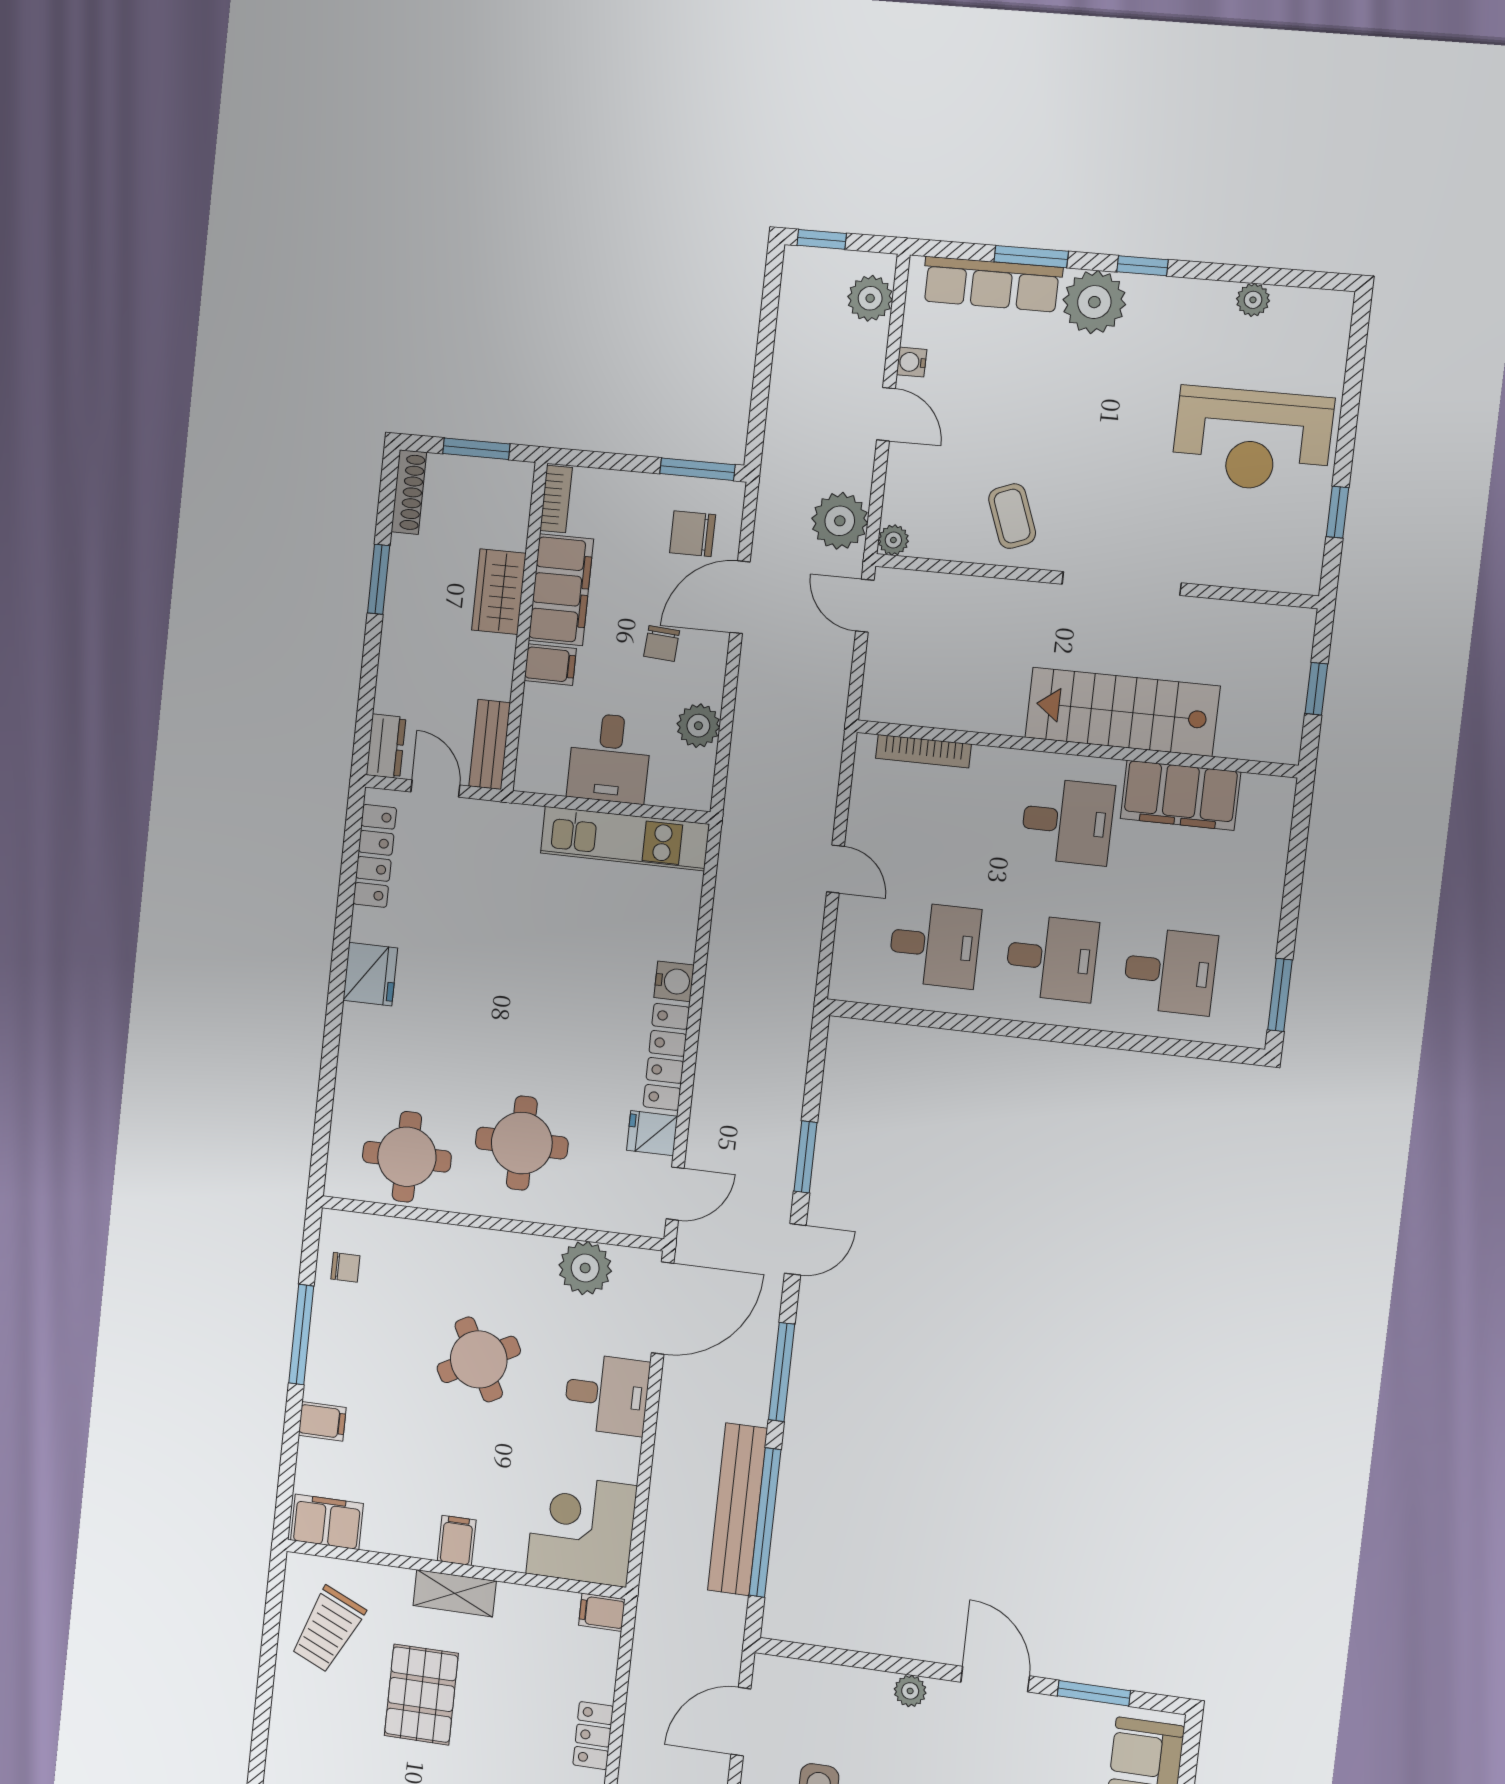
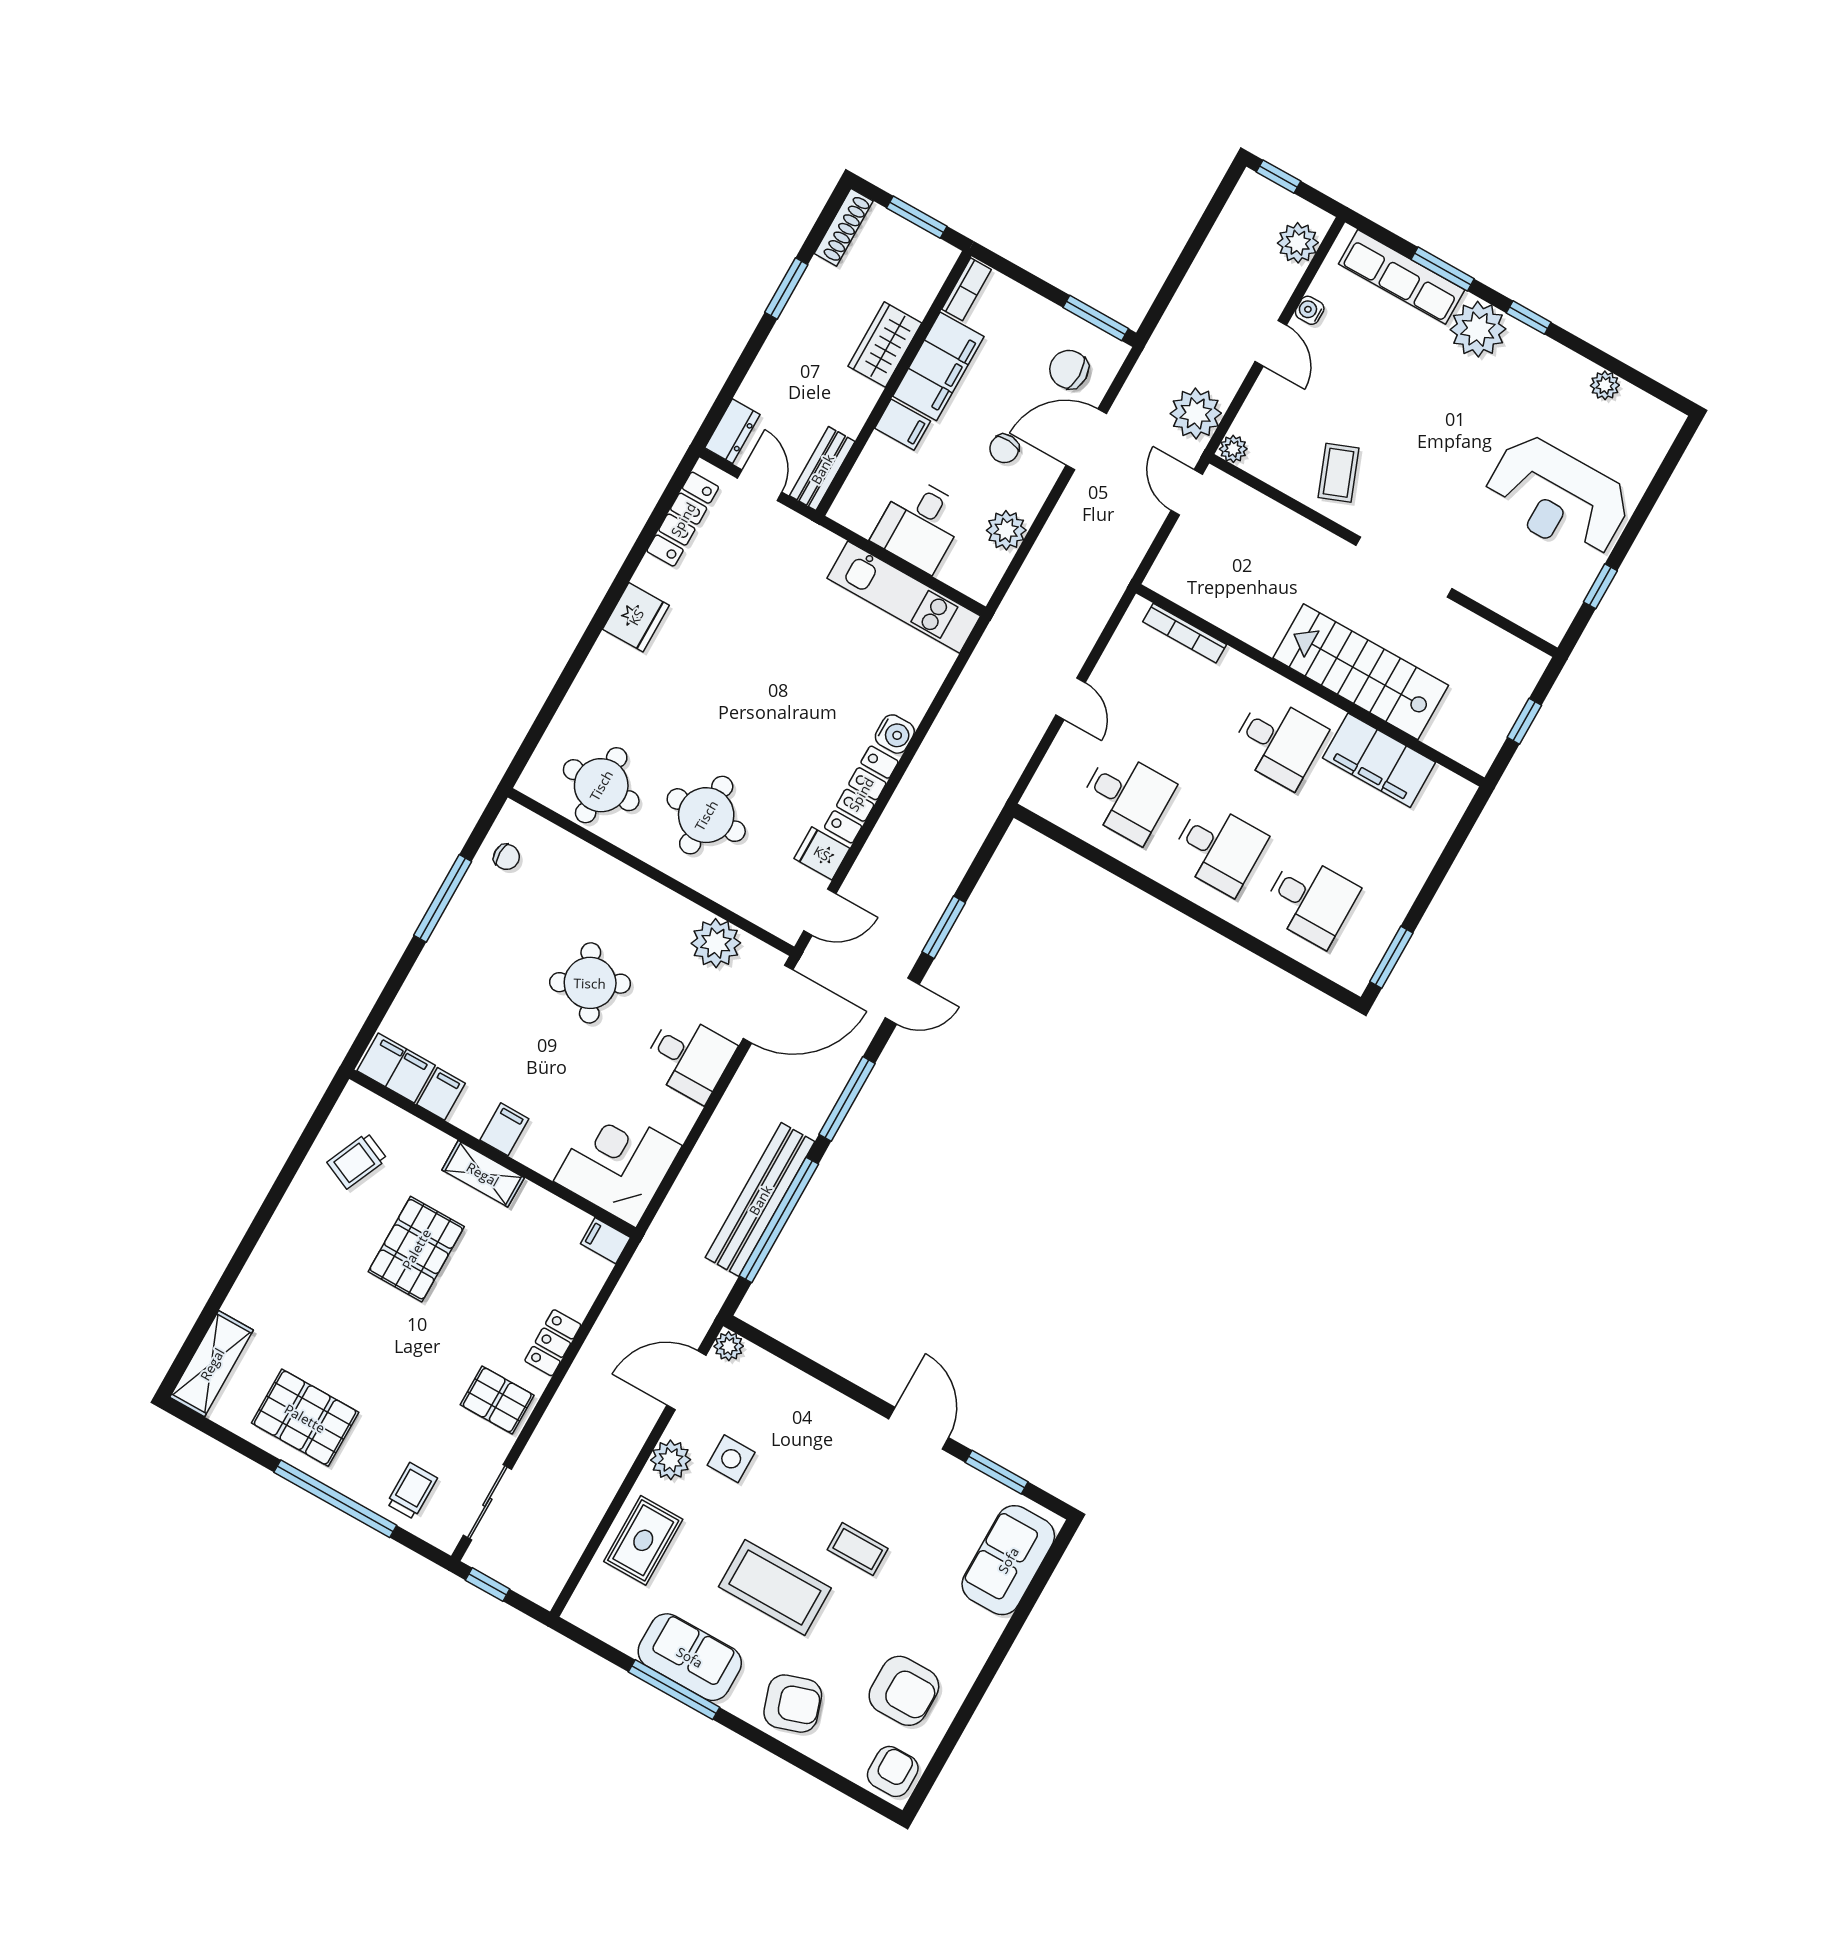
filing cabinet: (322, 1421) -> (441, 1094), moved, turned -90
trolley: (328, 1629) -> (357, 1161), width x0.73, depth x0.72
plant: (910, 1691) -> (729, 1346), moved

